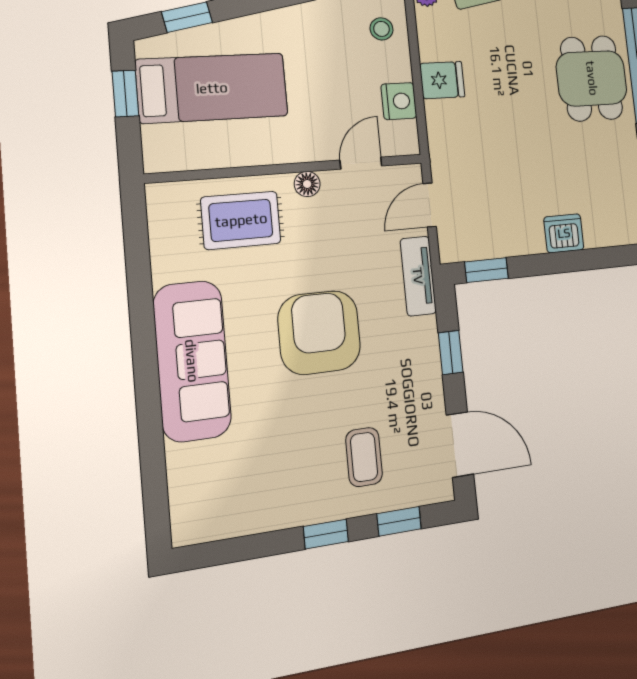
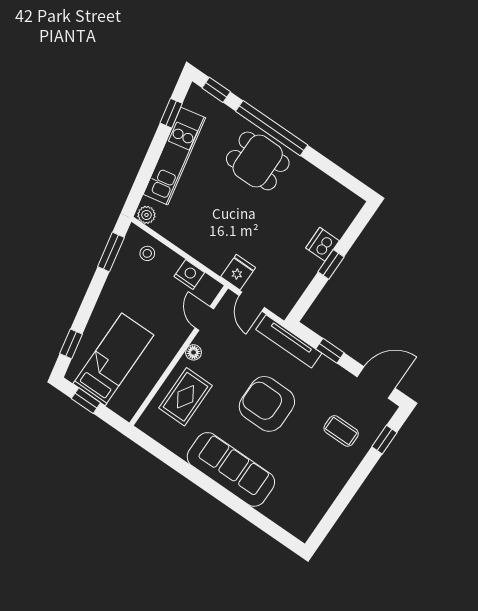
fridge: (442, 80) -> (238, 272), moved
window: (486, 270) -> (331, 264), moved
tv unit: (418, 276) -> (289, 341), width x1.41
window: (326, 534) -> (359, 476), removed

